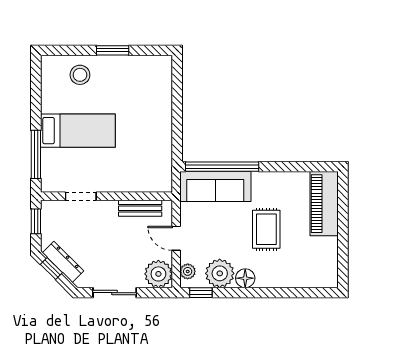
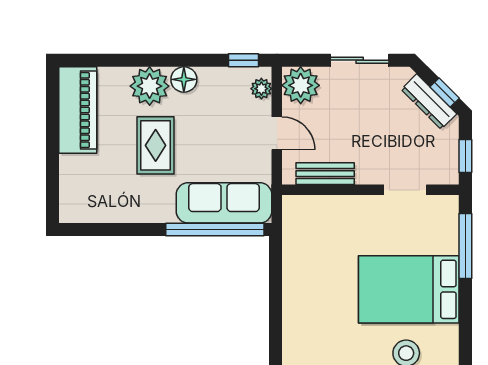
bed: (78, 131) -> (409, 289), width x1.50
piano: (324, 204) -> (78, 110), moved
plant: (220, 273) -> (150, 86), moved

